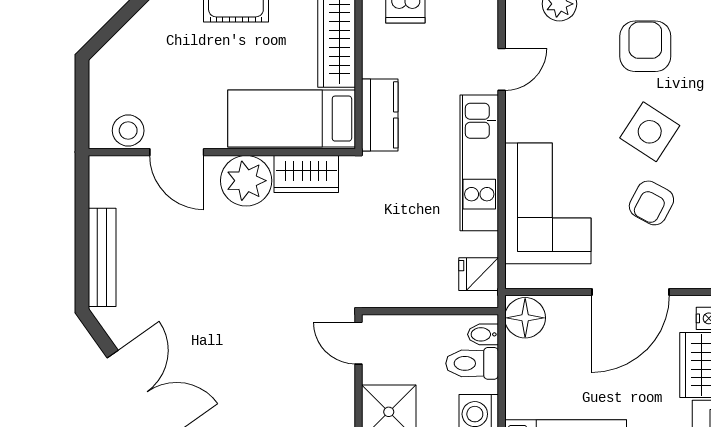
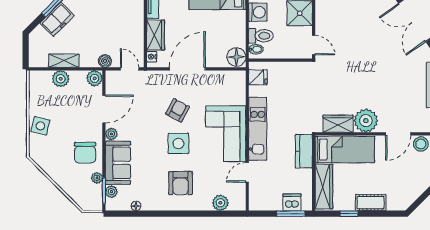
side table: (650, 132) -> (178, 143), turned -33
door: (177, 152) -> (398, 134), swing flipped
corner sofa: (548, 203) -> (226, 134), moved

